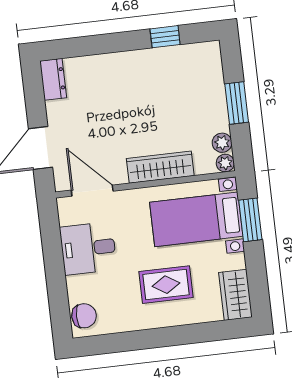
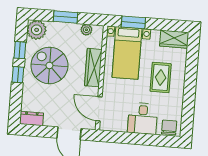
window: (123, 42) -> (18, 75), added
spiral stairs: (149, 92) -> (49, 65), added
plant: (225, 163) -> (37, 30), moved, width x1.88, depth x1.88
door: (92, 191) -> (99, 109), hinge flipped
desk: (88, 248) -> (143, 118), moved

